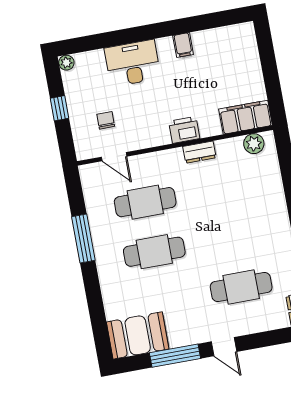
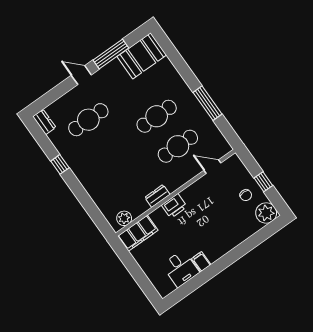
plant: (66, 63) -> (266, 213), width x1.87, depth x1.87
desk: (133, 63) -> (181, 269), moved, width x0.73
chair: (106, 120) -> (246, 195), moved

